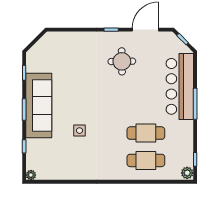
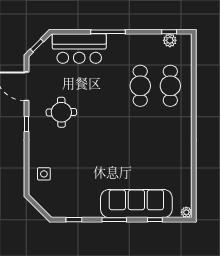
bar counter: (180, 86) -> (79, 49), width x0.73
sofa: (39, 106) -> (136, 204), moved
side table: (79, 131) -> (44, 174), moved
plant: (187, 173) -> (170, 40), moved

